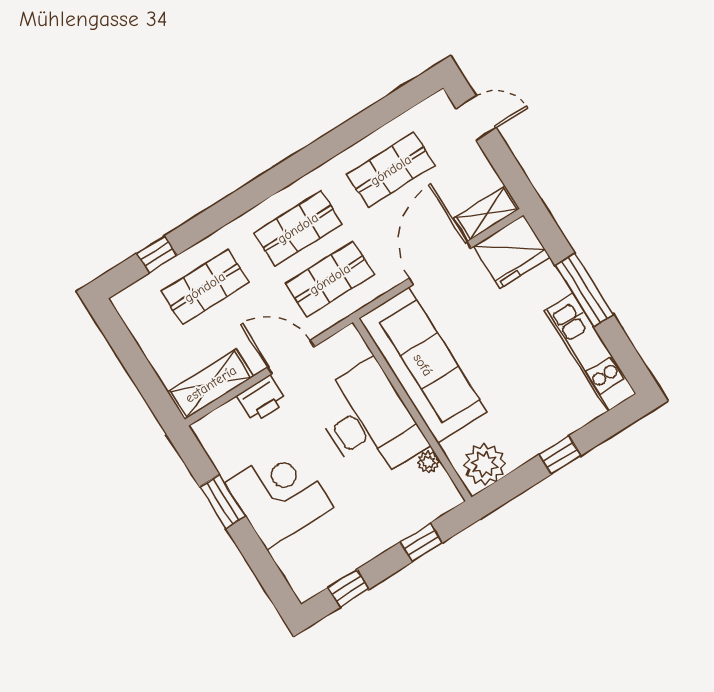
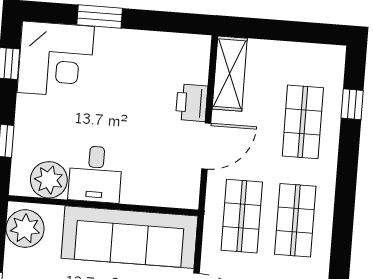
desk: (368, 421) -> (95, 174), width x0.53, depth x0.77
plant: (428, 462) -> (49, 180), width x1.88, depth x1.88
corner desk: (279, 495) -> (56, 59), moved
window: (223, 501) -> (100, 16), moved

